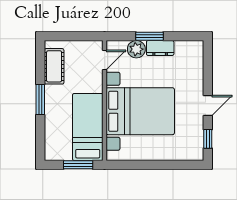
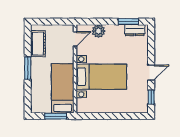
window: (149, 36) -> (128, 22), moved
dresser: (160, 48) -> (135, 30), moved
bed with nightstands: (140, 111) -> (101, 77), width x0.73

